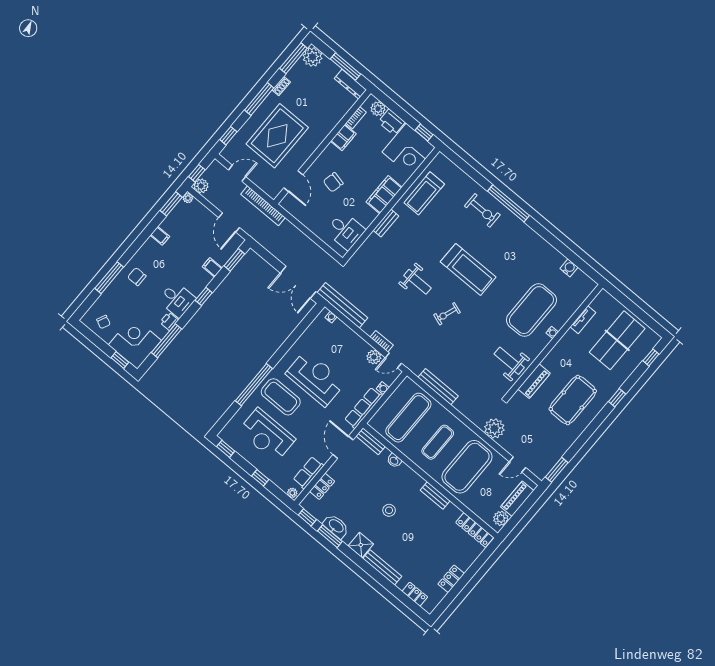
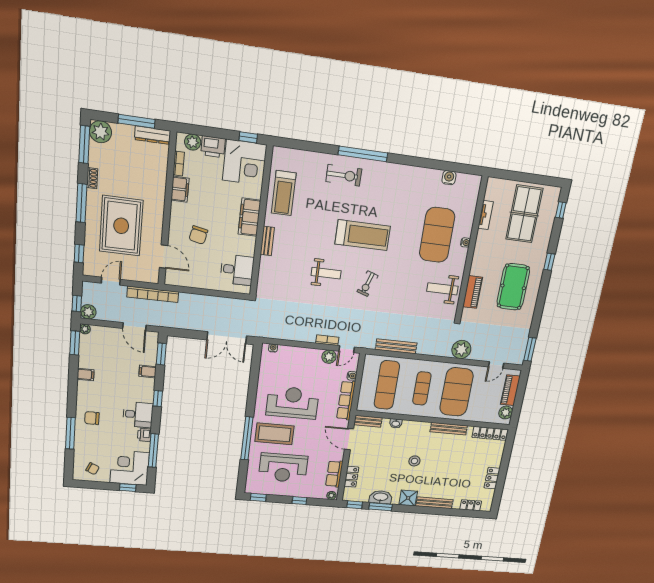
bench: (342, 305) -> (276, 333), removed
bench: (435, 496) -> (449, 429), width x1.36

